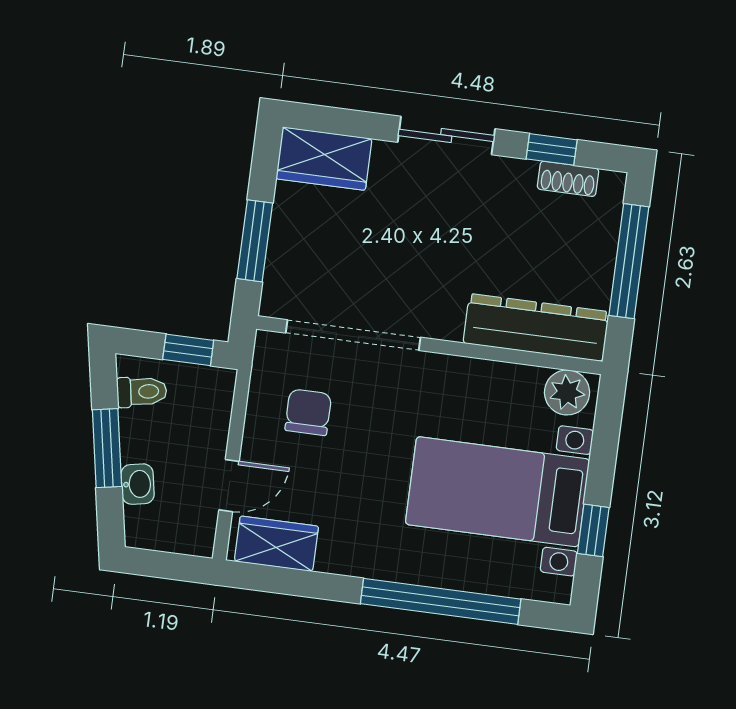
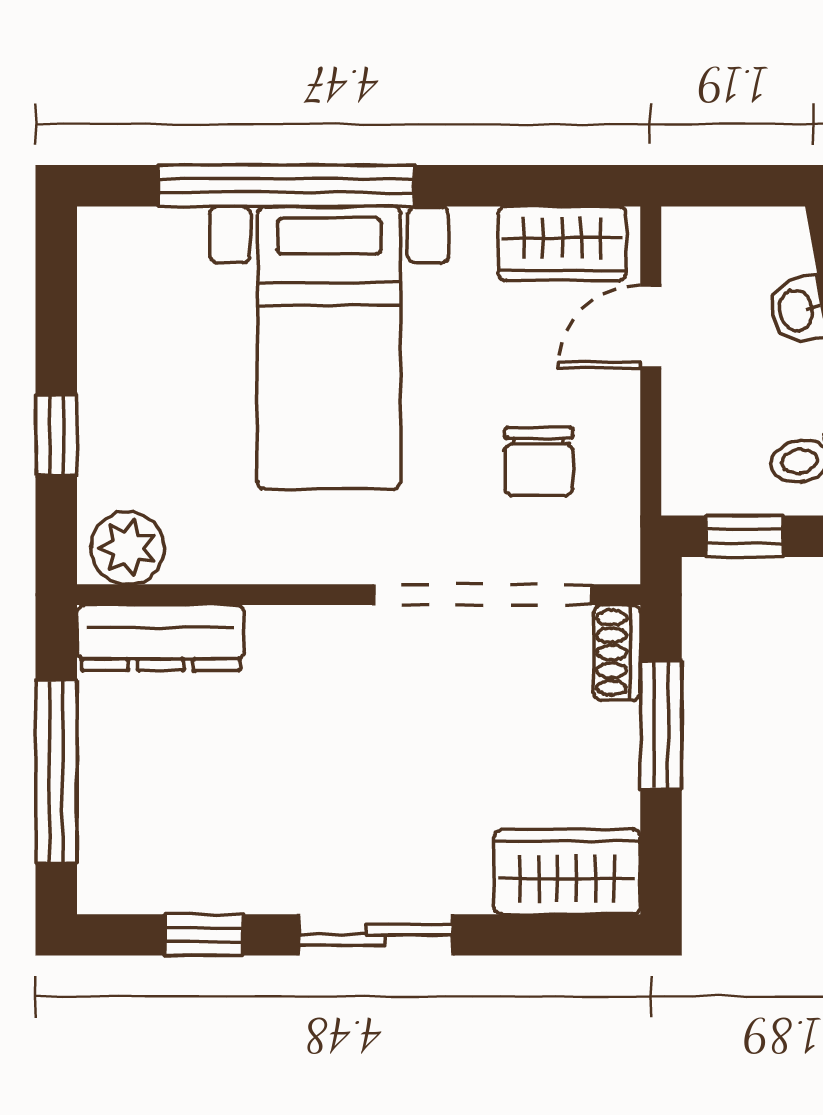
shoe rack: (568, 179) -> (617, 653), moved, turned -90
dresser: (536, 327) -> (161, 638), width x0.73, depth x0.80
bed with nightstands: (497, 492) -> (329, 348), moved, turned 90
window: (593, 530) -> (56, 435), moved

